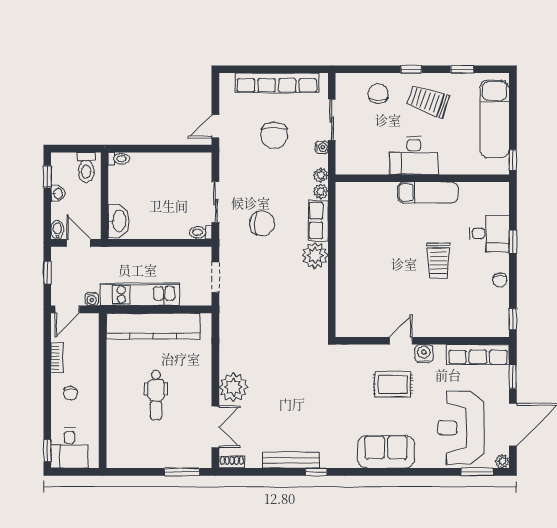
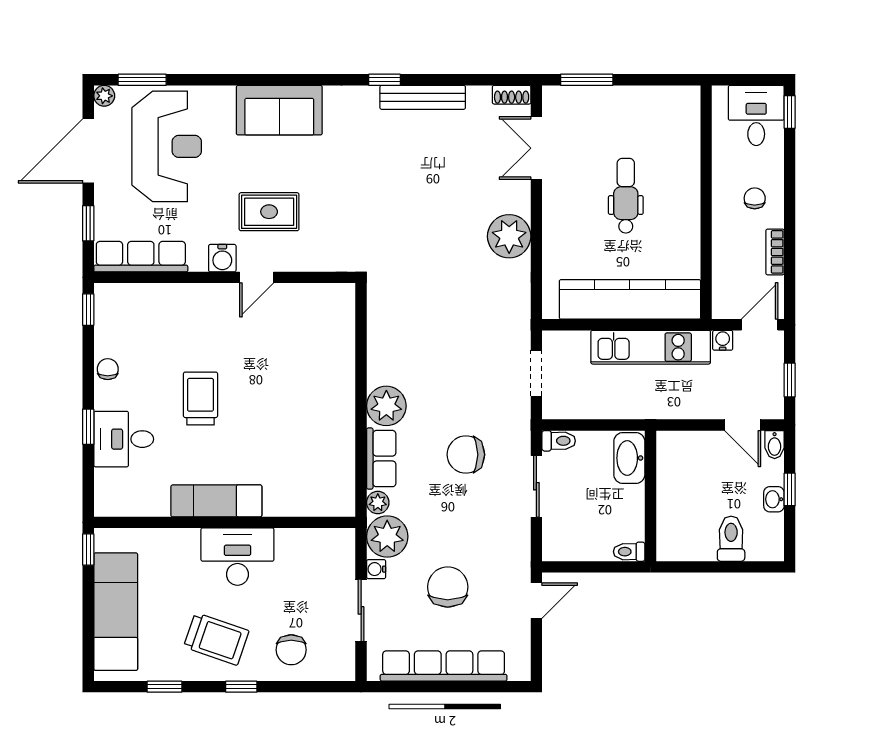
toilet: (119, 159) -> (629, 552), moved
plant: (321, 175) -> (387, 537), width x1.87, depth x1.87
window: (47, 177) -> (790, 489), moved
wall: (105, 196) -> (650, 496), moved
washbasin: (119, 221) -> (629, 458), moved
plant: (233, 387) -> (509, 236), moved

